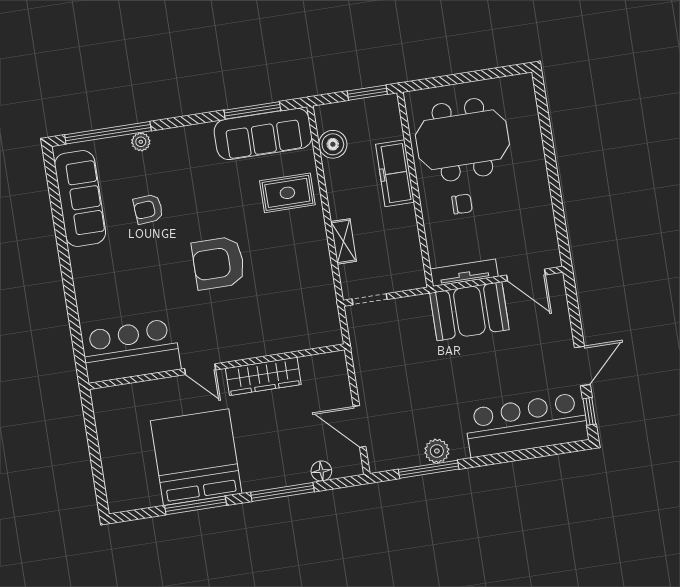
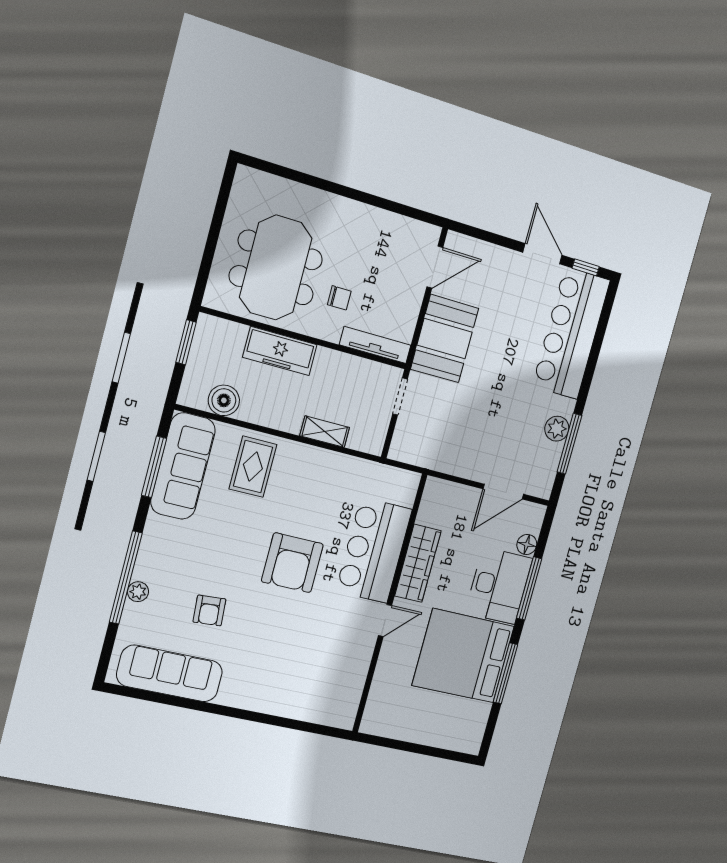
window: (108, 133) -> (126, 578), moved
chair: (462, 204) -> (339, 298), turned 90
tv unit: (464, 273) -> (375, 345), moved, turned 90
doorway: (370, 299) -> (400, 397), moved
bar counter: (131, 351) -> (374, 550), moved
desk: (273, 462) -> (499, 586), added

